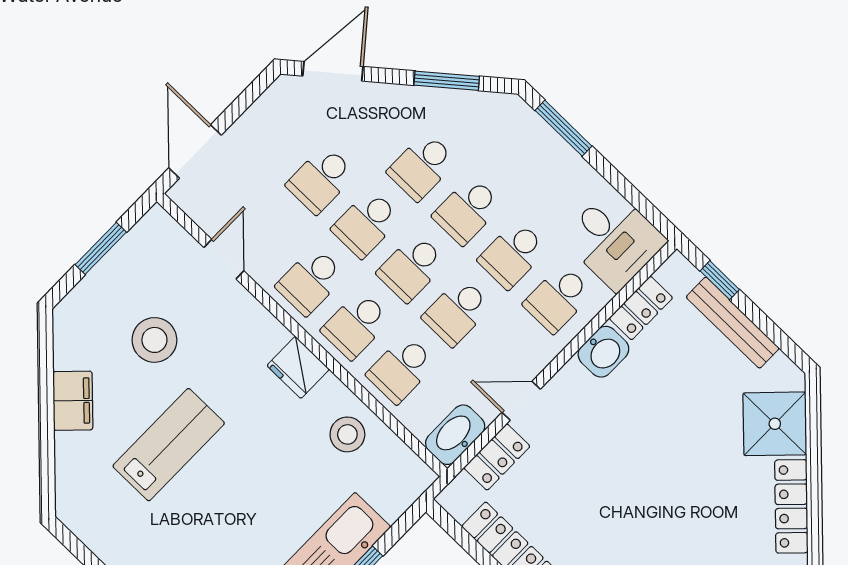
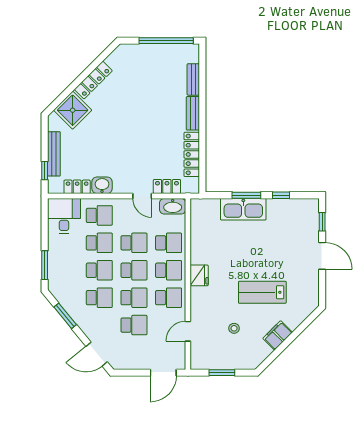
stool: (154, 340) -> (234, 328), width x0.53, depth x0.53
stool: (347, 434) -> (205, 240), removed

